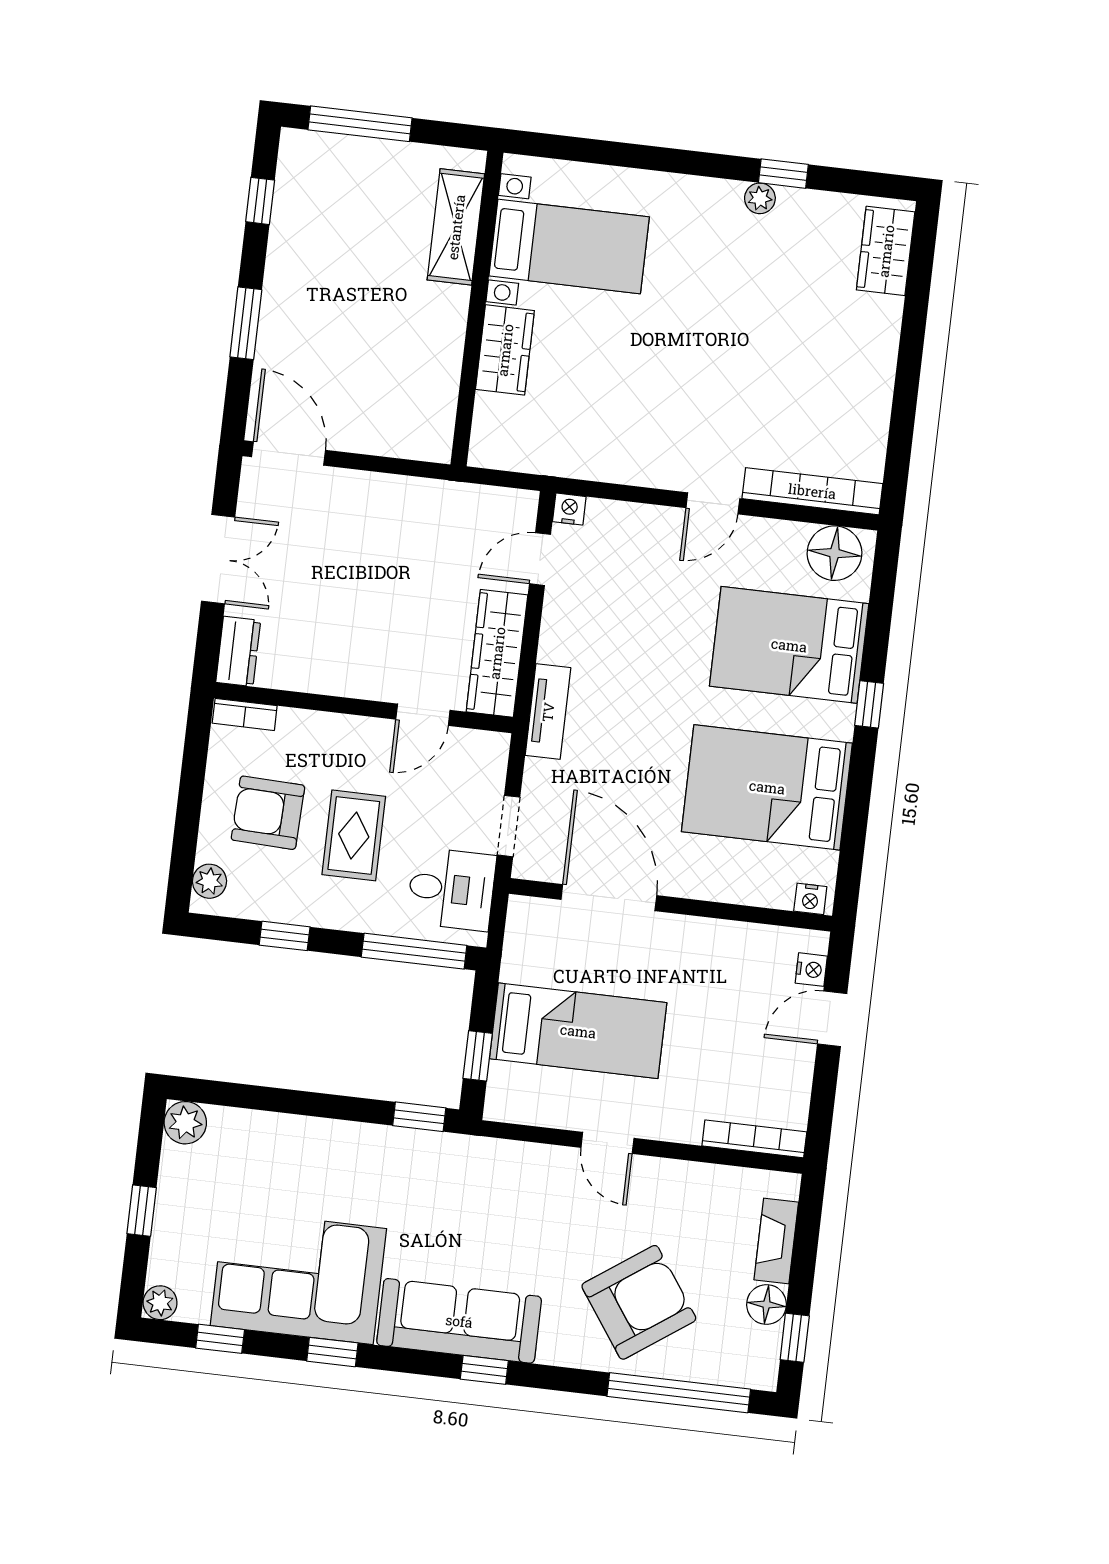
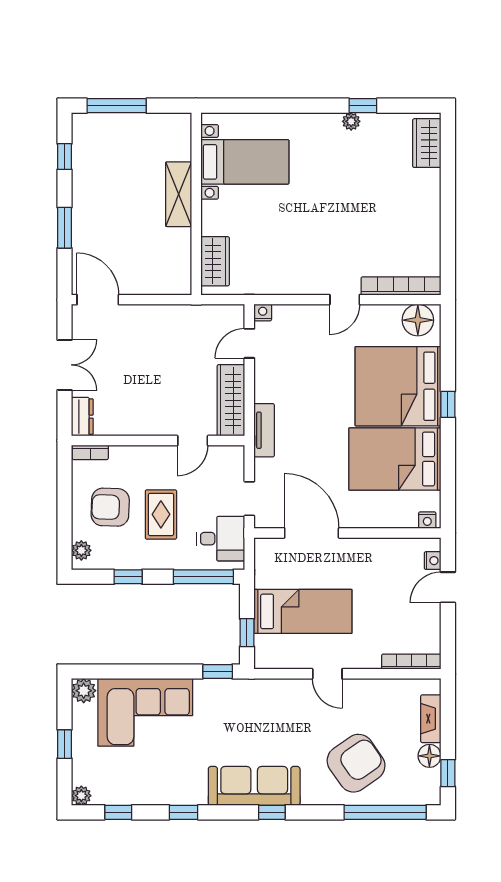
shelving: (456, 227) -> (179, 194), moved
wardrobe: (505, 350) -> (215, 261), moved
bed: (789, 645) -> (398, 386), width x1.36
corner sofa: (298, 1277) -> (145, 712), moved, turned 180

